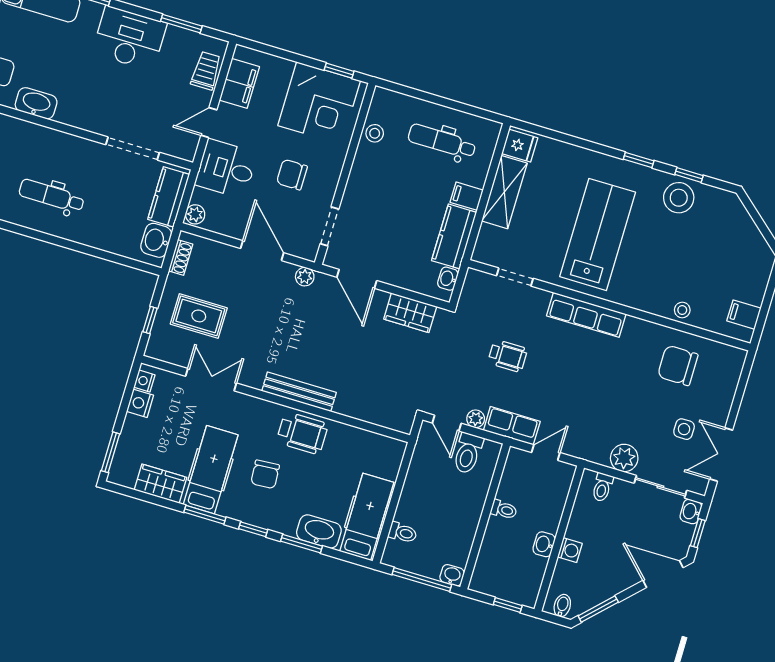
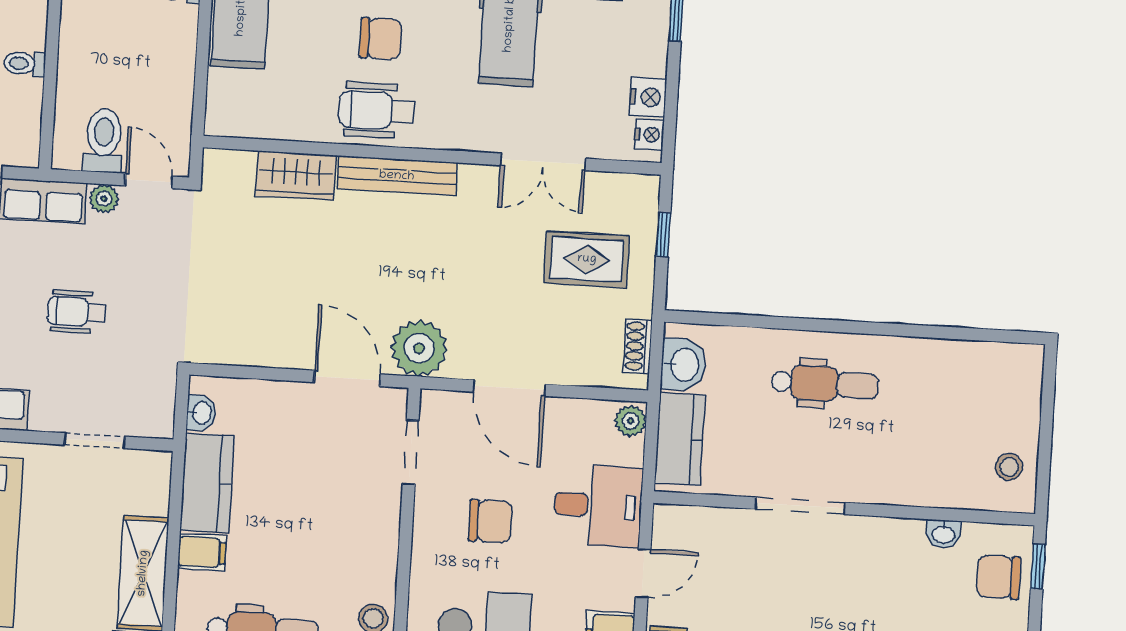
washbasin: (36, 103) -> (943, 534), width x0.52, depth x0.69
doorway: (133, 148) -> (800, 506), moved
dental chair: (52, 196) -> (825, 384), moved
plant: (305, 277) -> (419, 348), width x1.87, depth x1.87
wardrobe: (410, 313) -> (296, 176), moved, turned 180
chair: (265, 474) -> (381, 39), moved, turned 94

